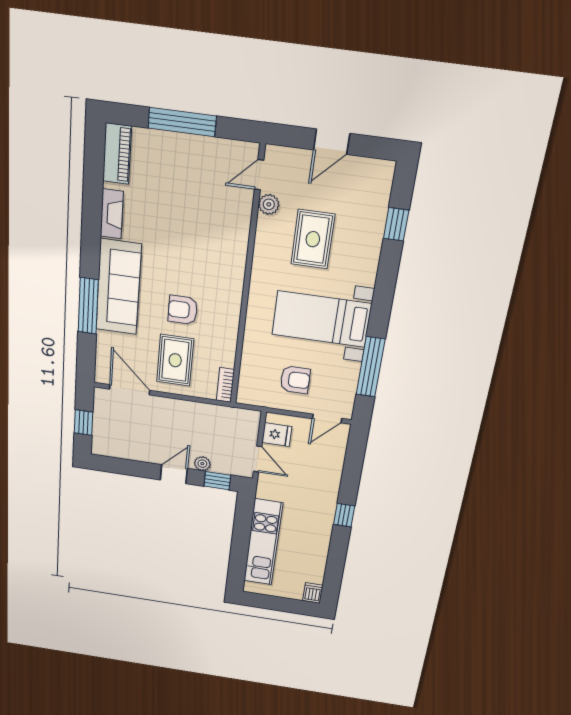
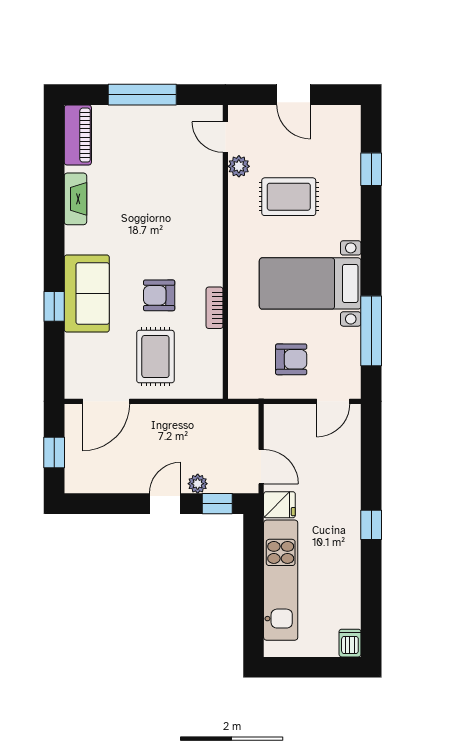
door: (332, 142) -> (294, 95), hinge flipped
door: (259, 175) -> (225, 137), hinge flipped
rug: (313, 239) -> (289, 197), turned 90
sofa: (118, 287) -> (87, 293), width x0.73
window: (88, 306) -> (54, 306), width x0.46
bookcase: (225, 385) -> (215, 308), moved
door: (130, 390) -> (106, 401), swing flipped
fridge: (277, 435) -> (279, 505), moved

